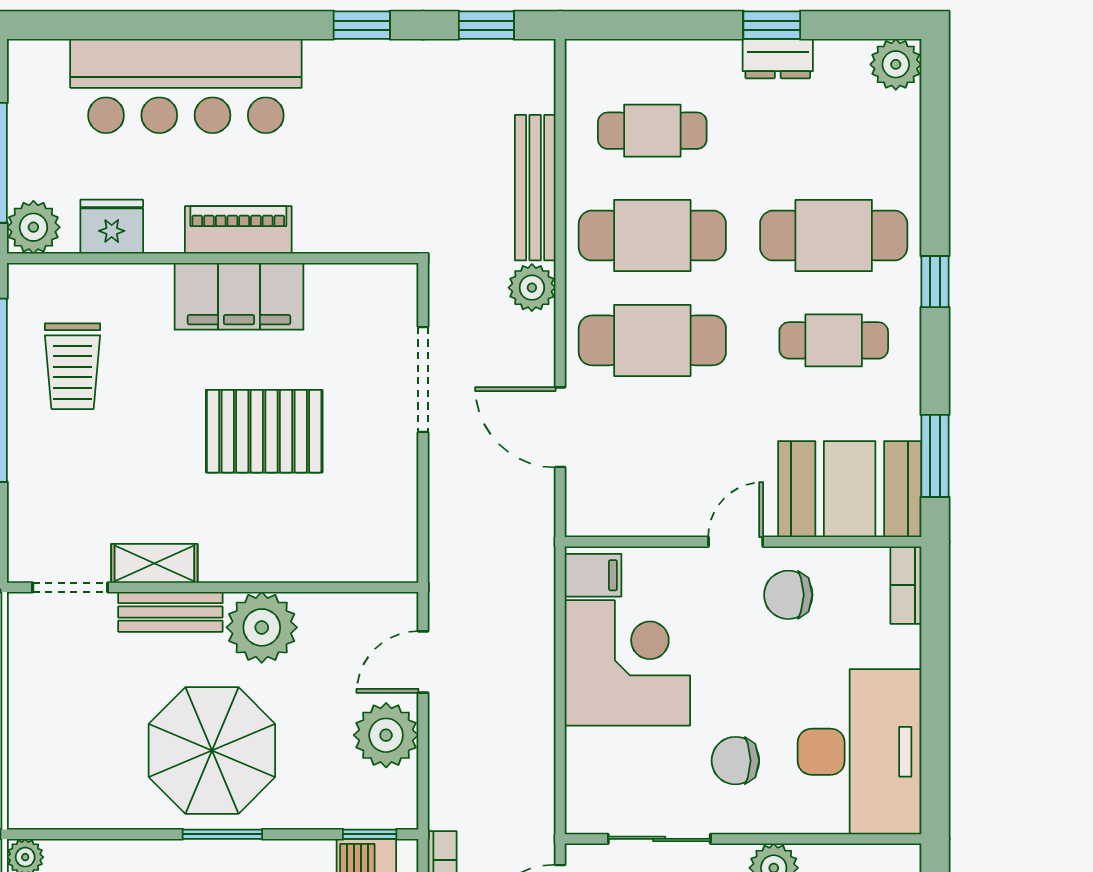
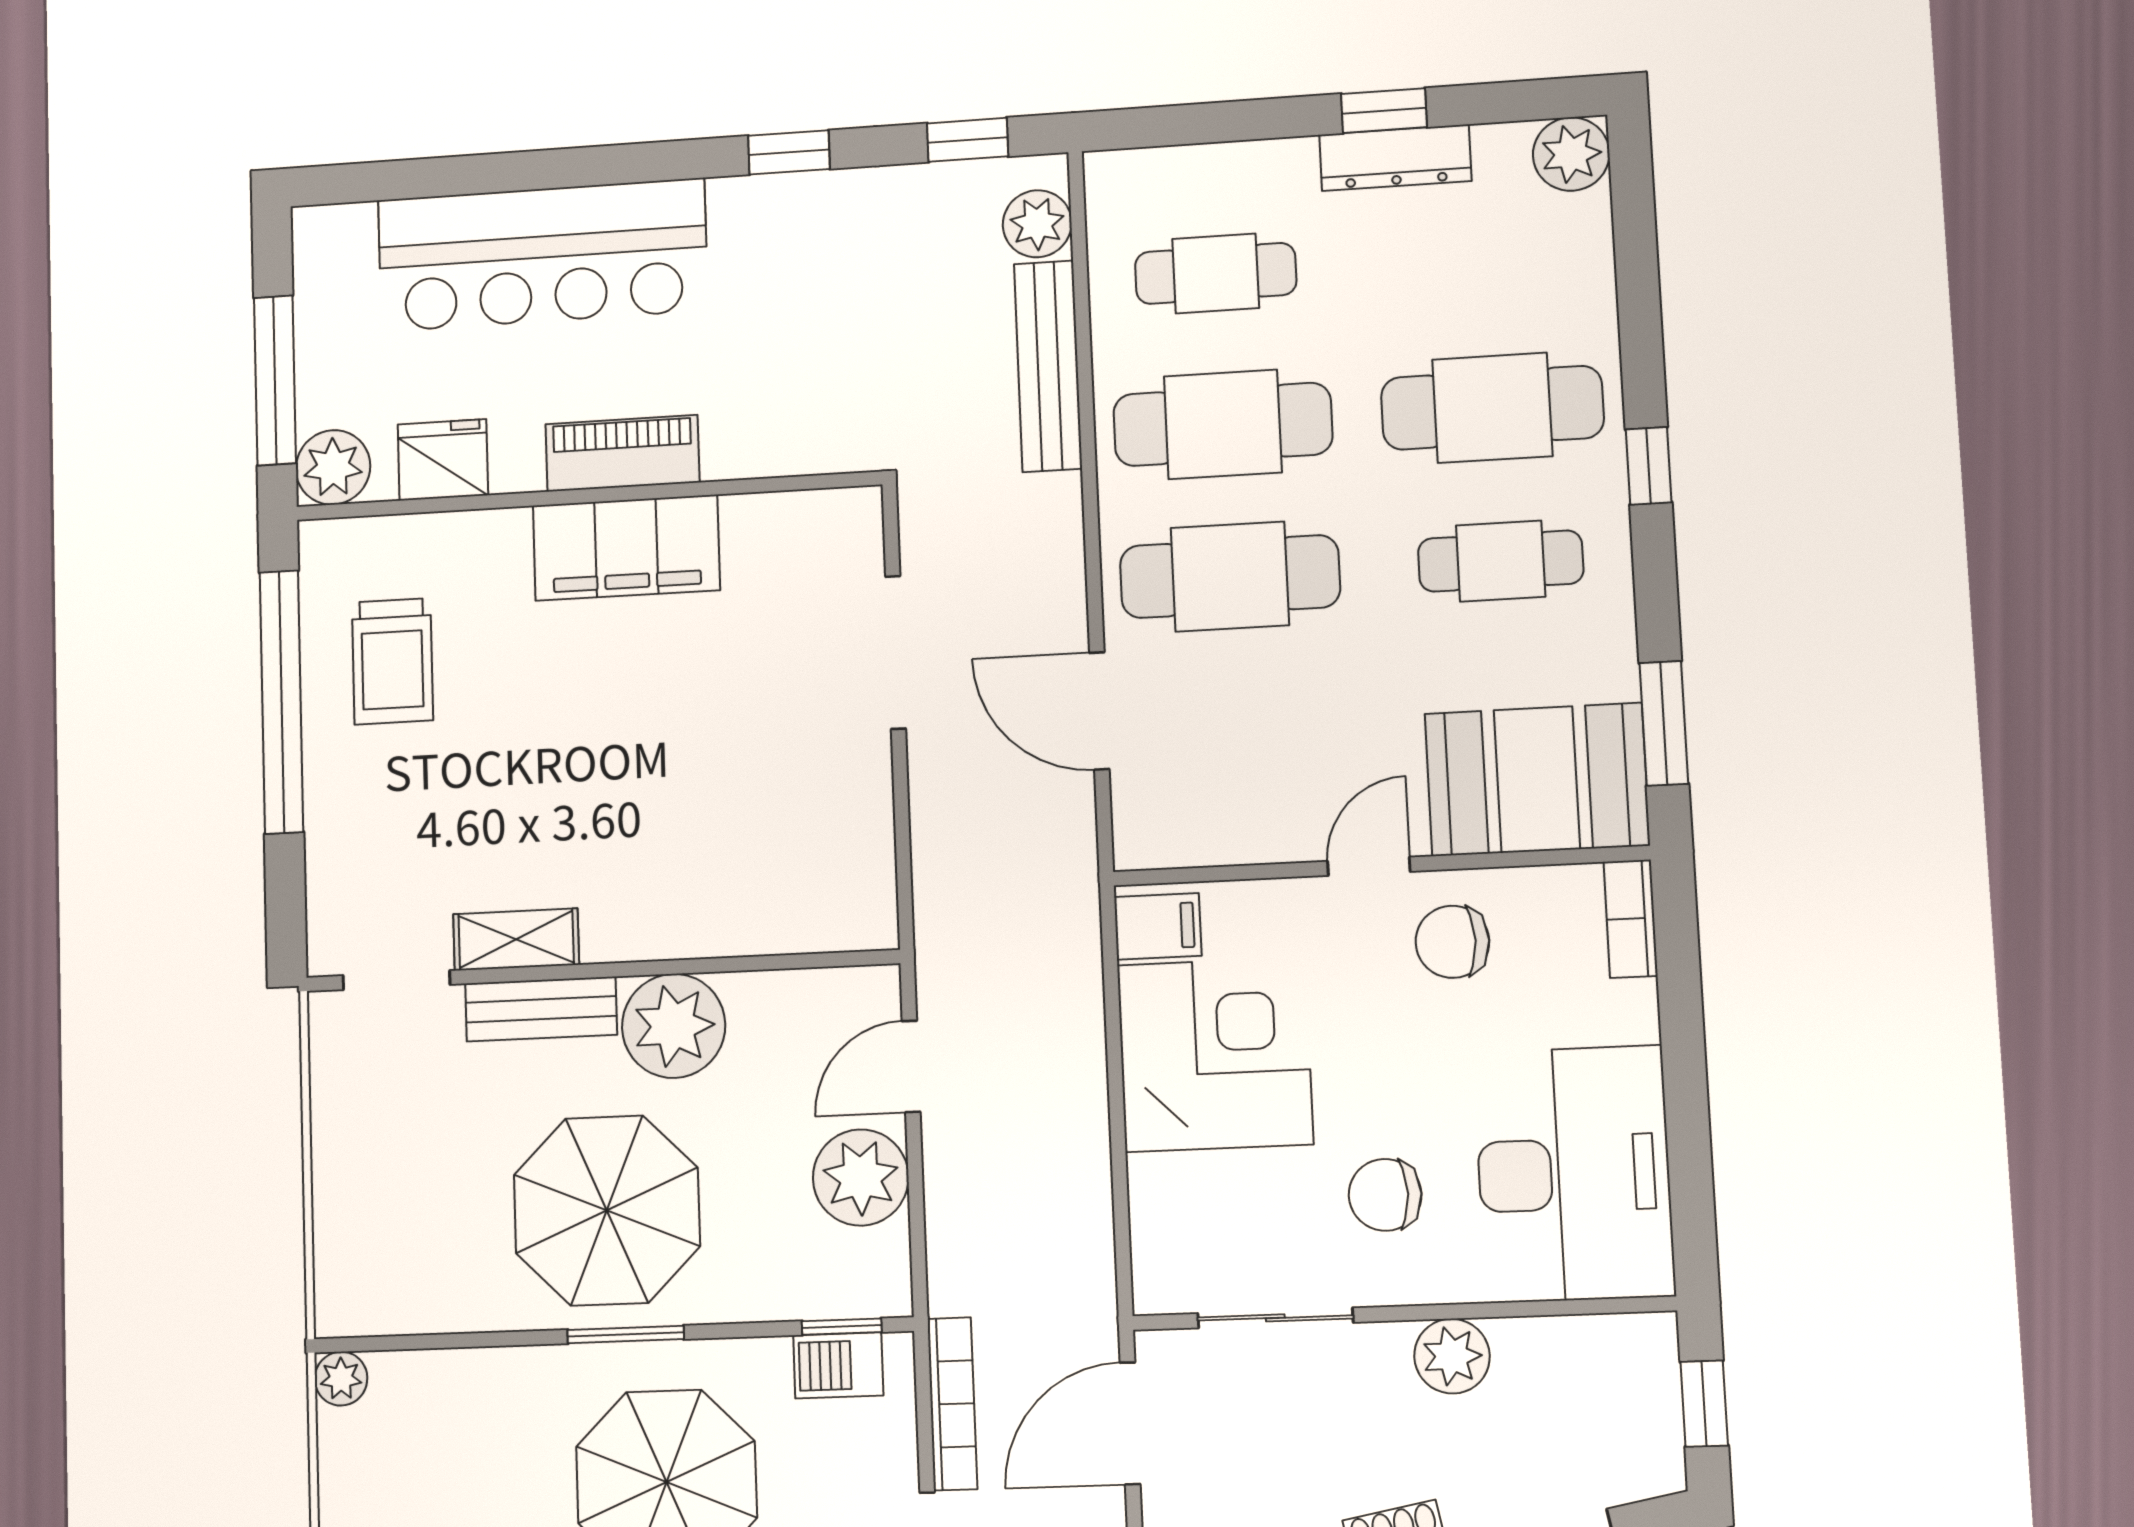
dresser: (778, 59) -> (1395, 158), width x1.44
plant: (532, 288) -> (1037, 224), moved
pallet: (264, 431) -> (668, 740), removed

